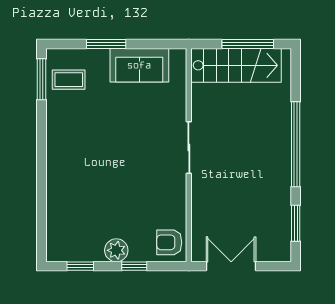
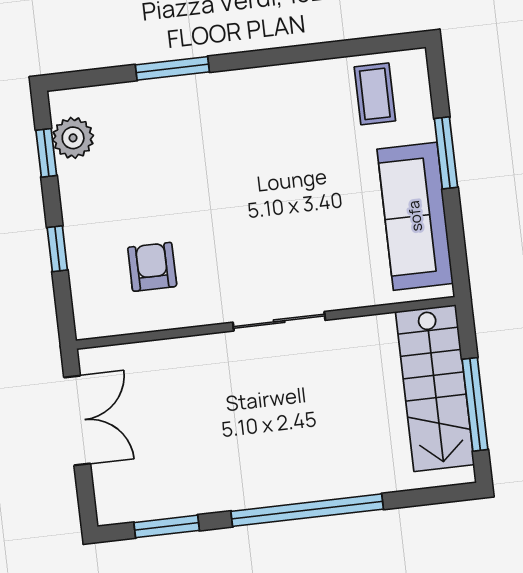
sofa: (139, 65) -> (415, 216), width x1.36
window: (42, 79) -> (172, 68), moved
armchair: (169, 242) -> (152, 267), moved
plant: (116, 250) -> (73, 138), moved

